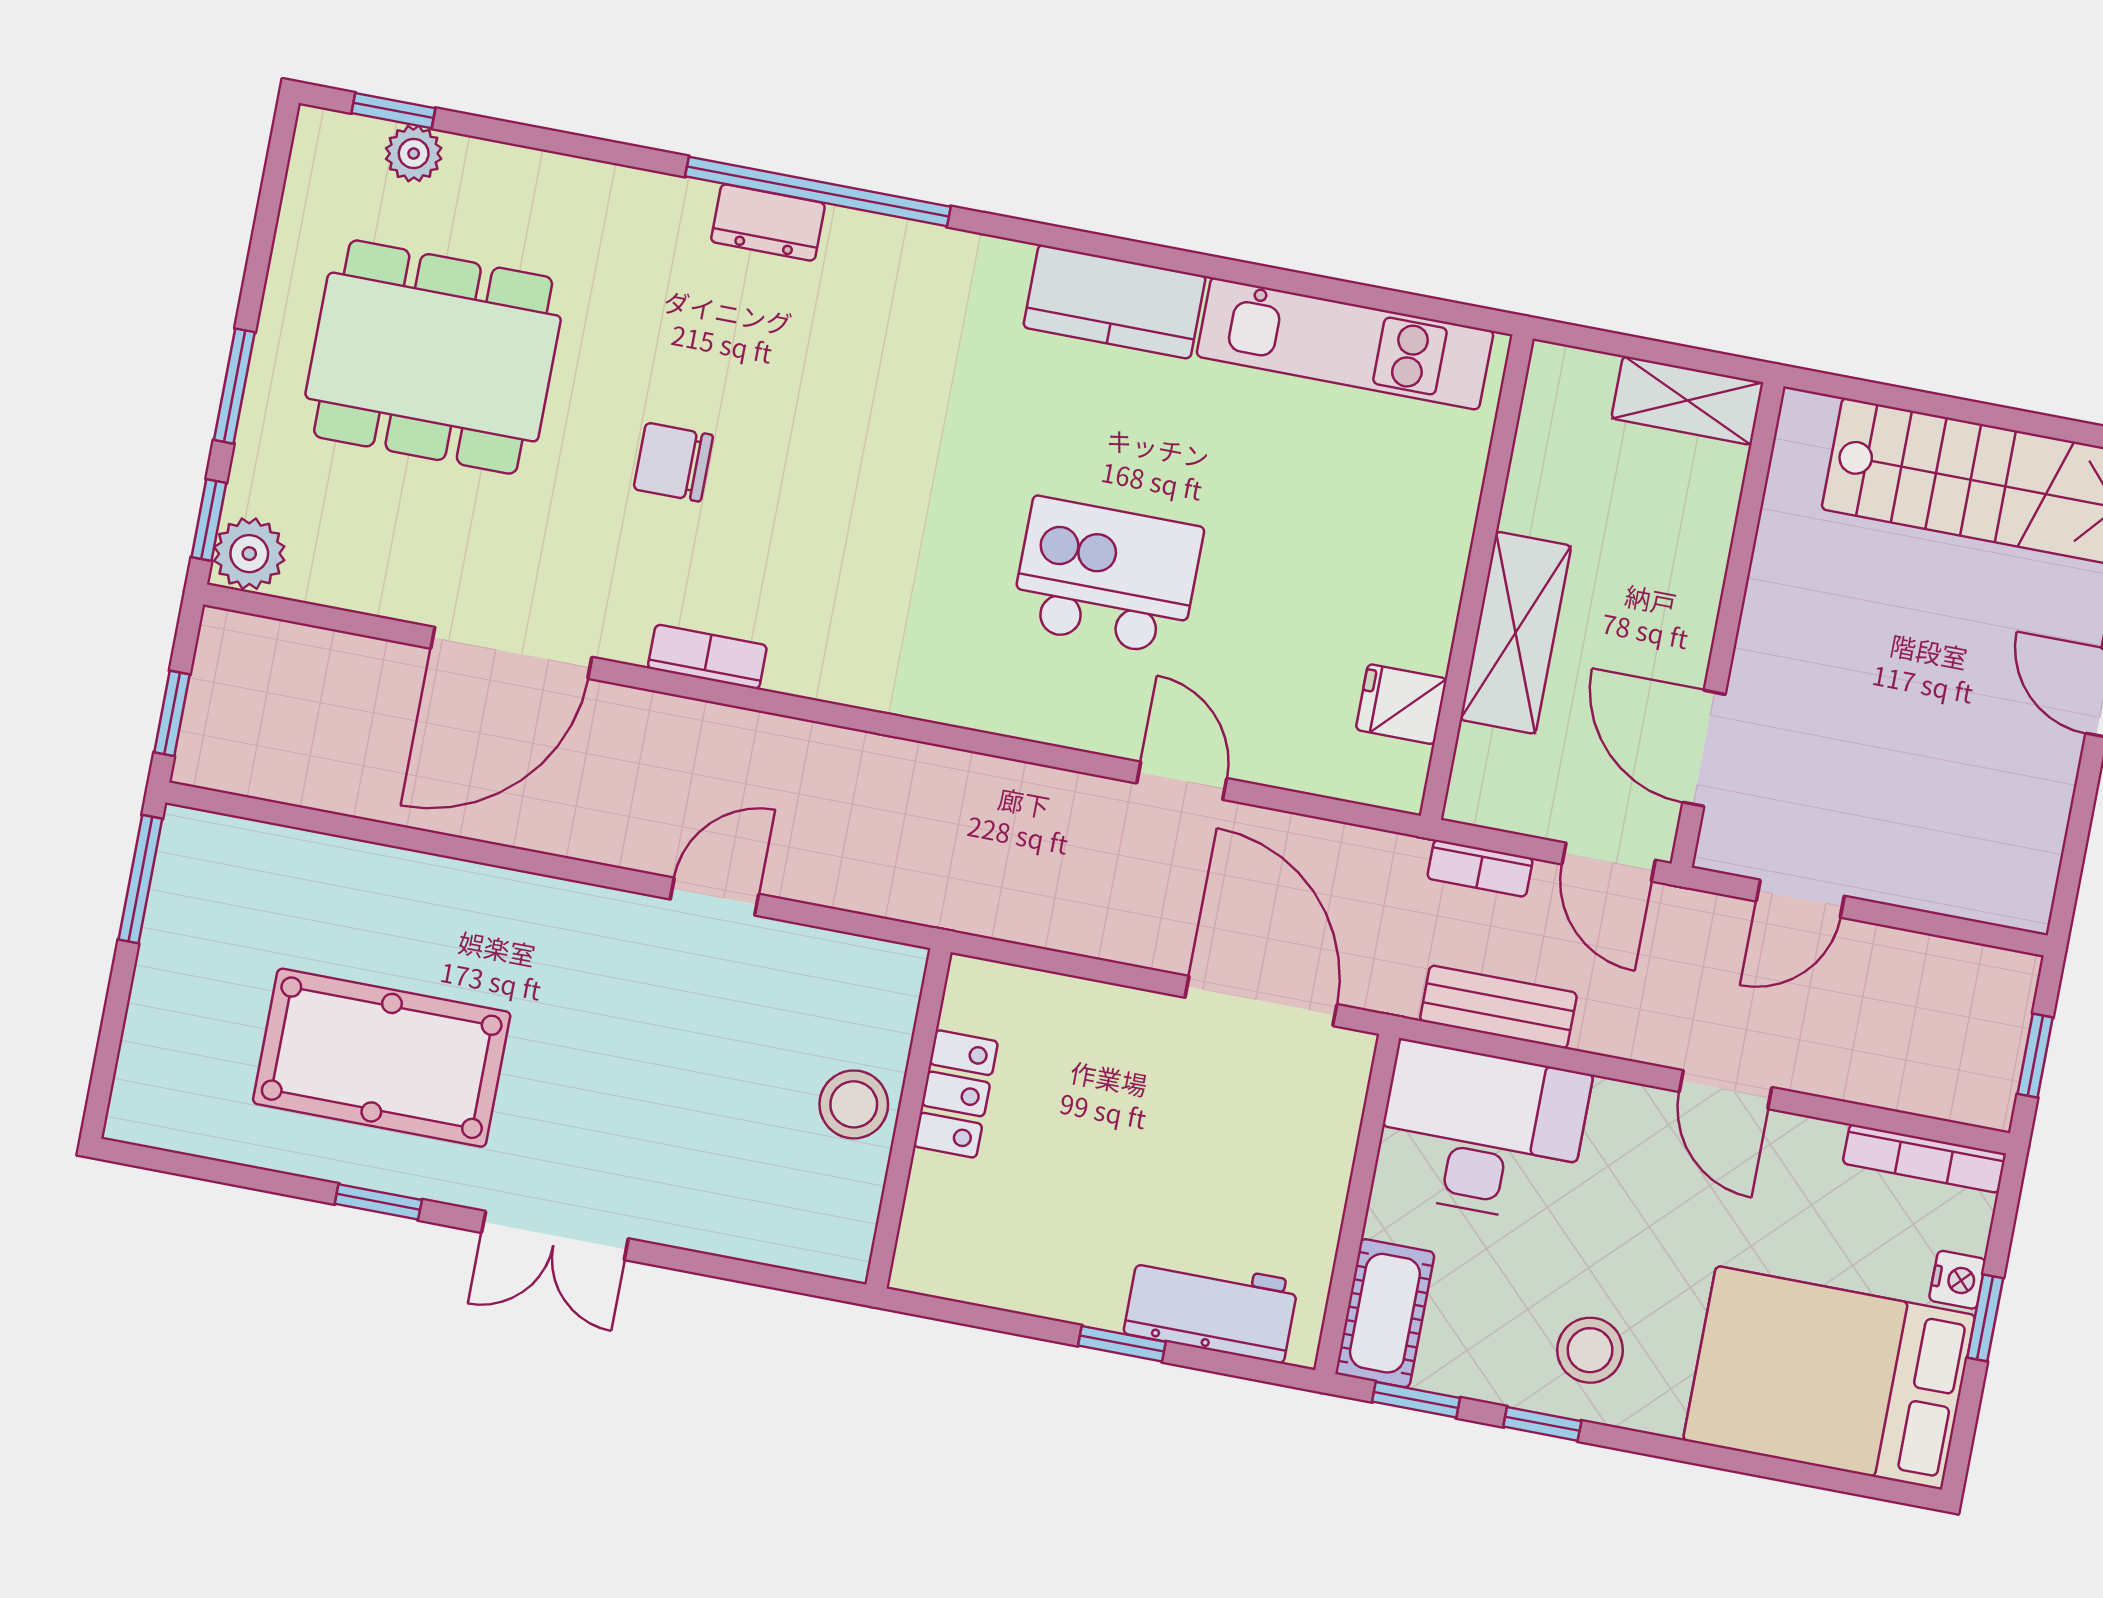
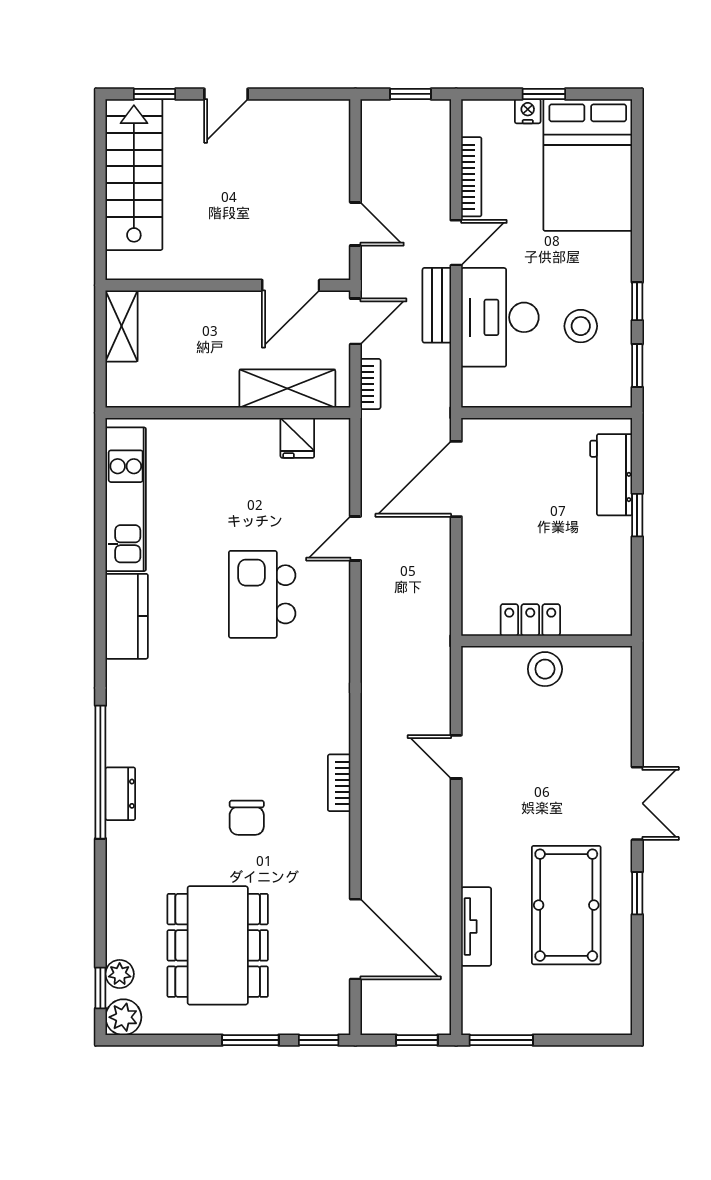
plant: (249, 554) -> (123, 1017), moved
shelving: (1516, 633) -> (287, 388), moved
door: (511, 653) -> (355, 939), moved
tv unit: (373, 872) -> (476, 927), added
bench: (1498, 1007) -> (437, 305), moved
desk: (1482, 1132) -> (500, 317), moved
bookcase: (1924, 1158) -> (471, 177), moved
cot: (1385, 1313) -> (598, 389), removed
stool: (1590, 1350) -> (581, 326), moved

